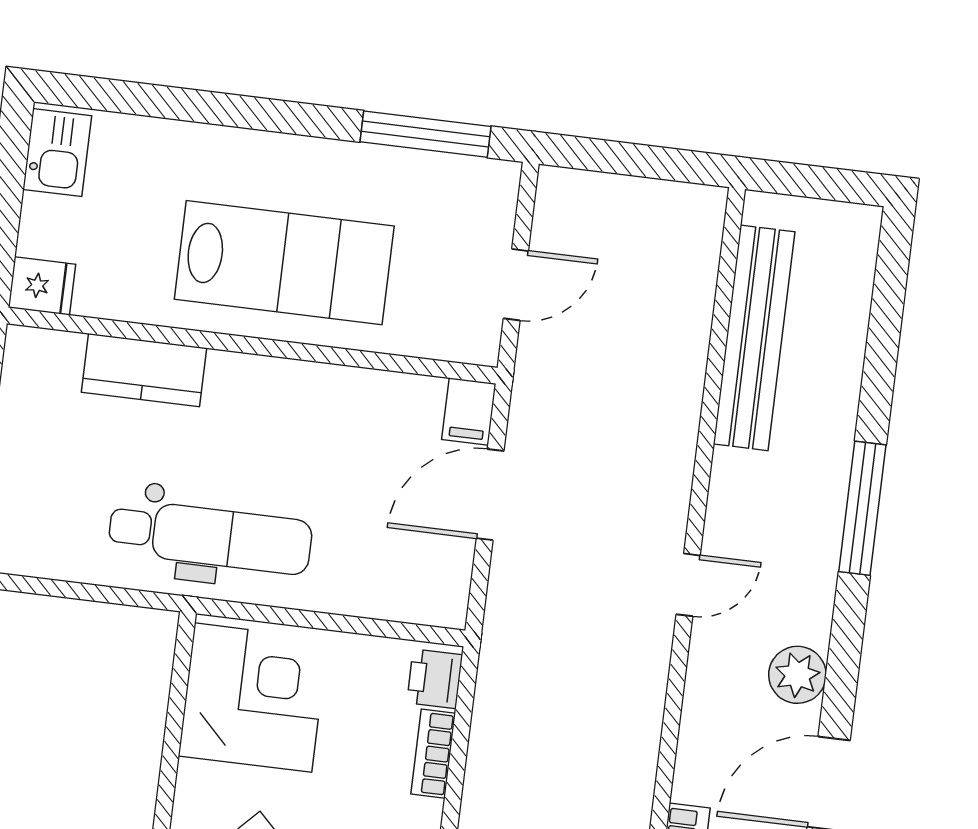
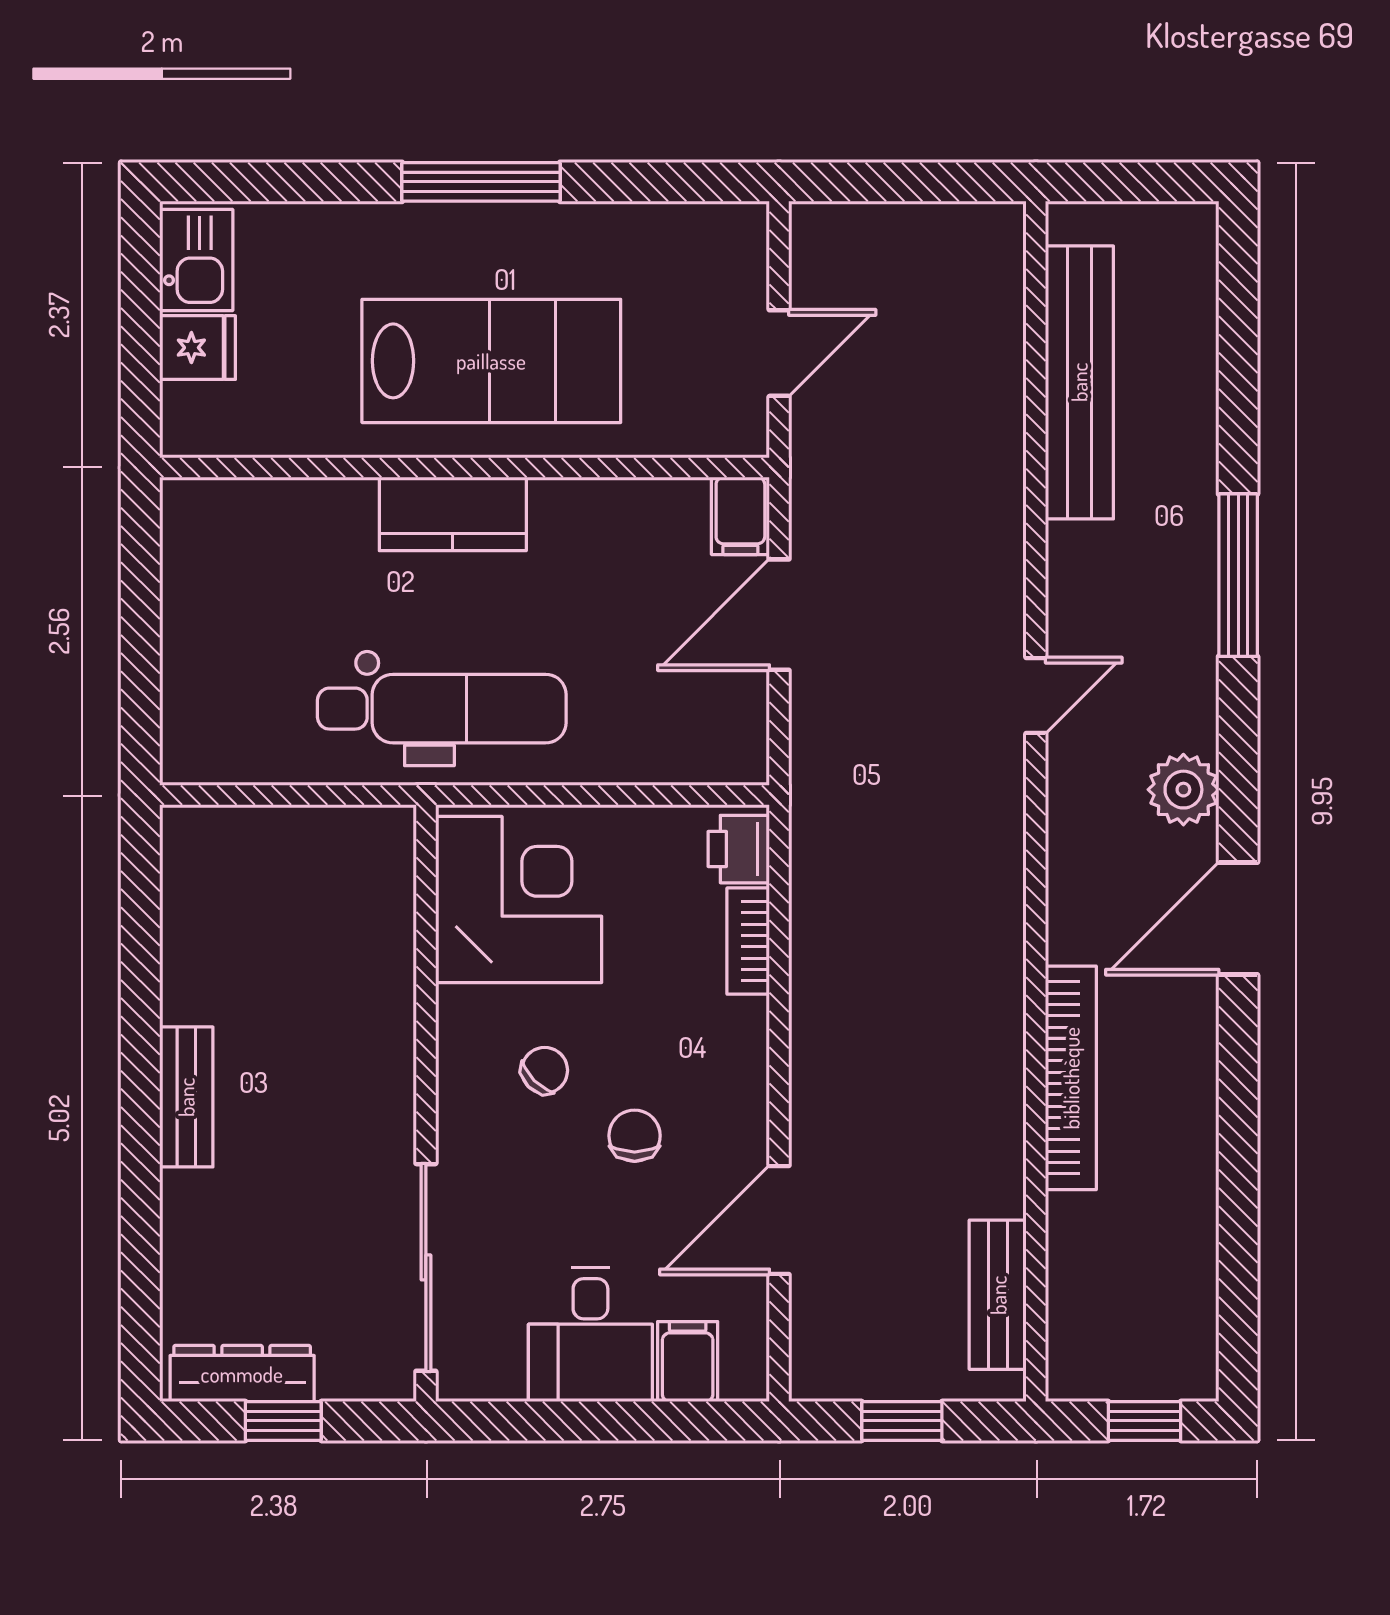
window: (425, 134) -> (481, 182), moved
fridge: (42, 286) -> (197, 348), moved
kitchen counter: (144, 370) -> (453, 514), moved

